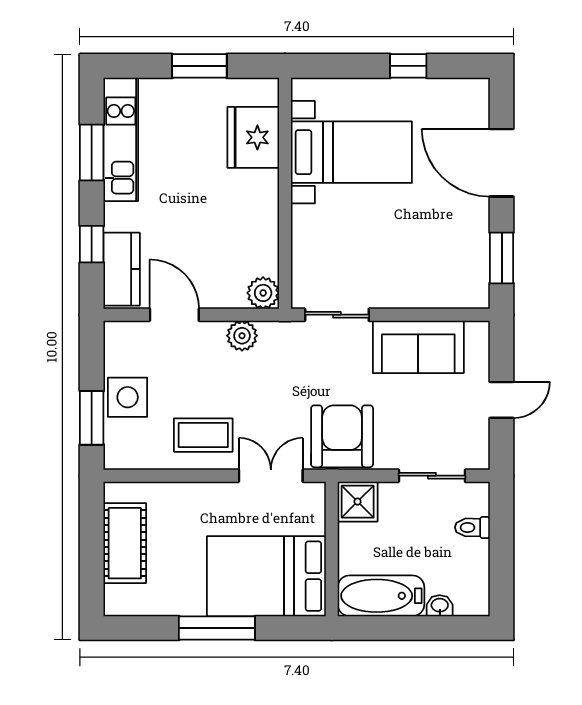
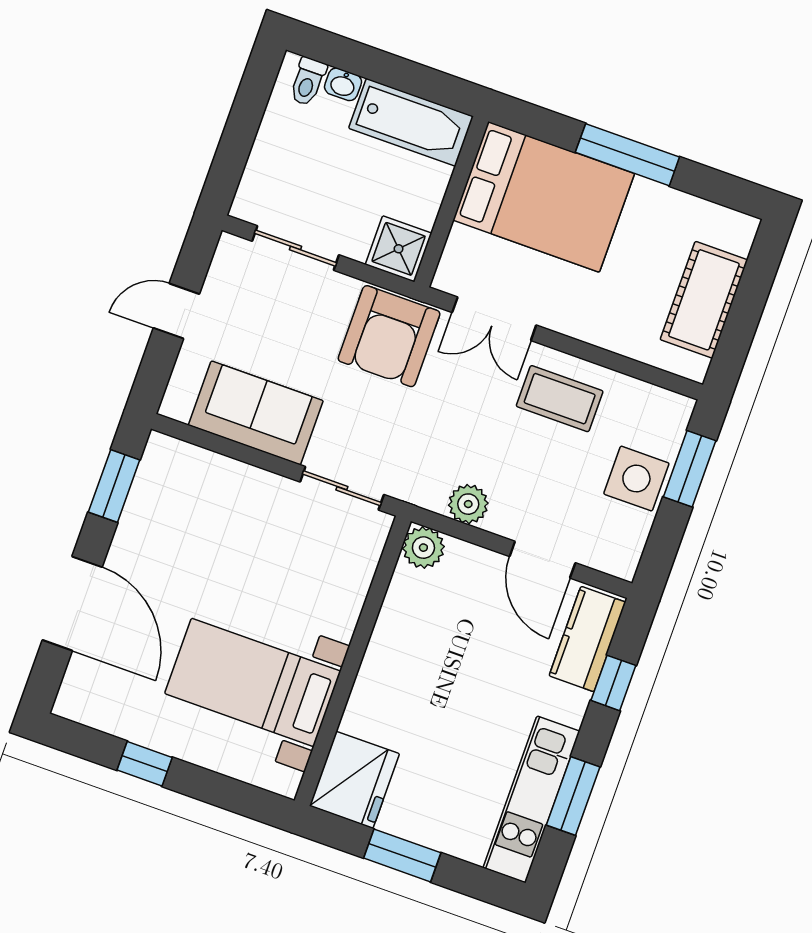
fridge: (253, 137) -> (354, 780), moved
toilet: (472, 527) -> (308, 81), moved, turned 90

